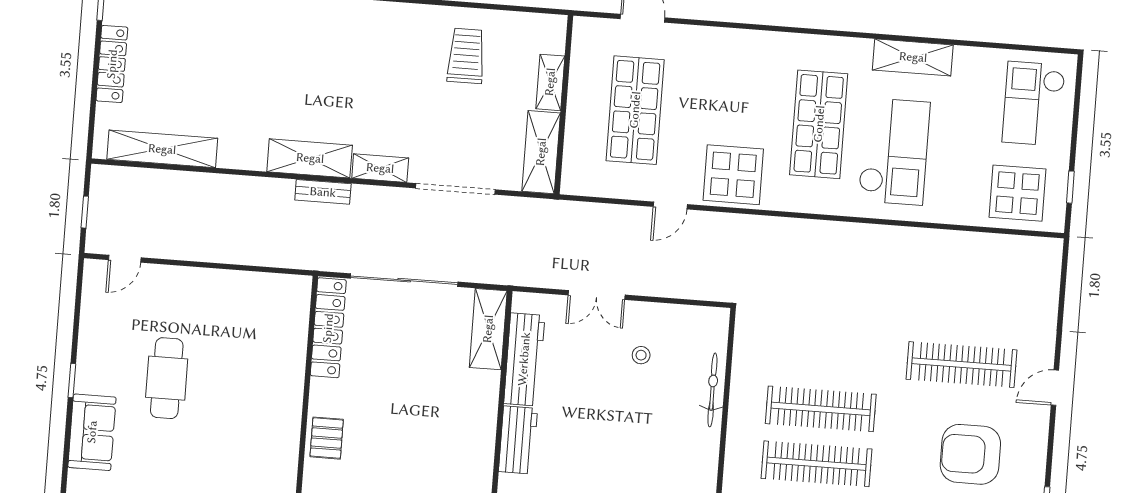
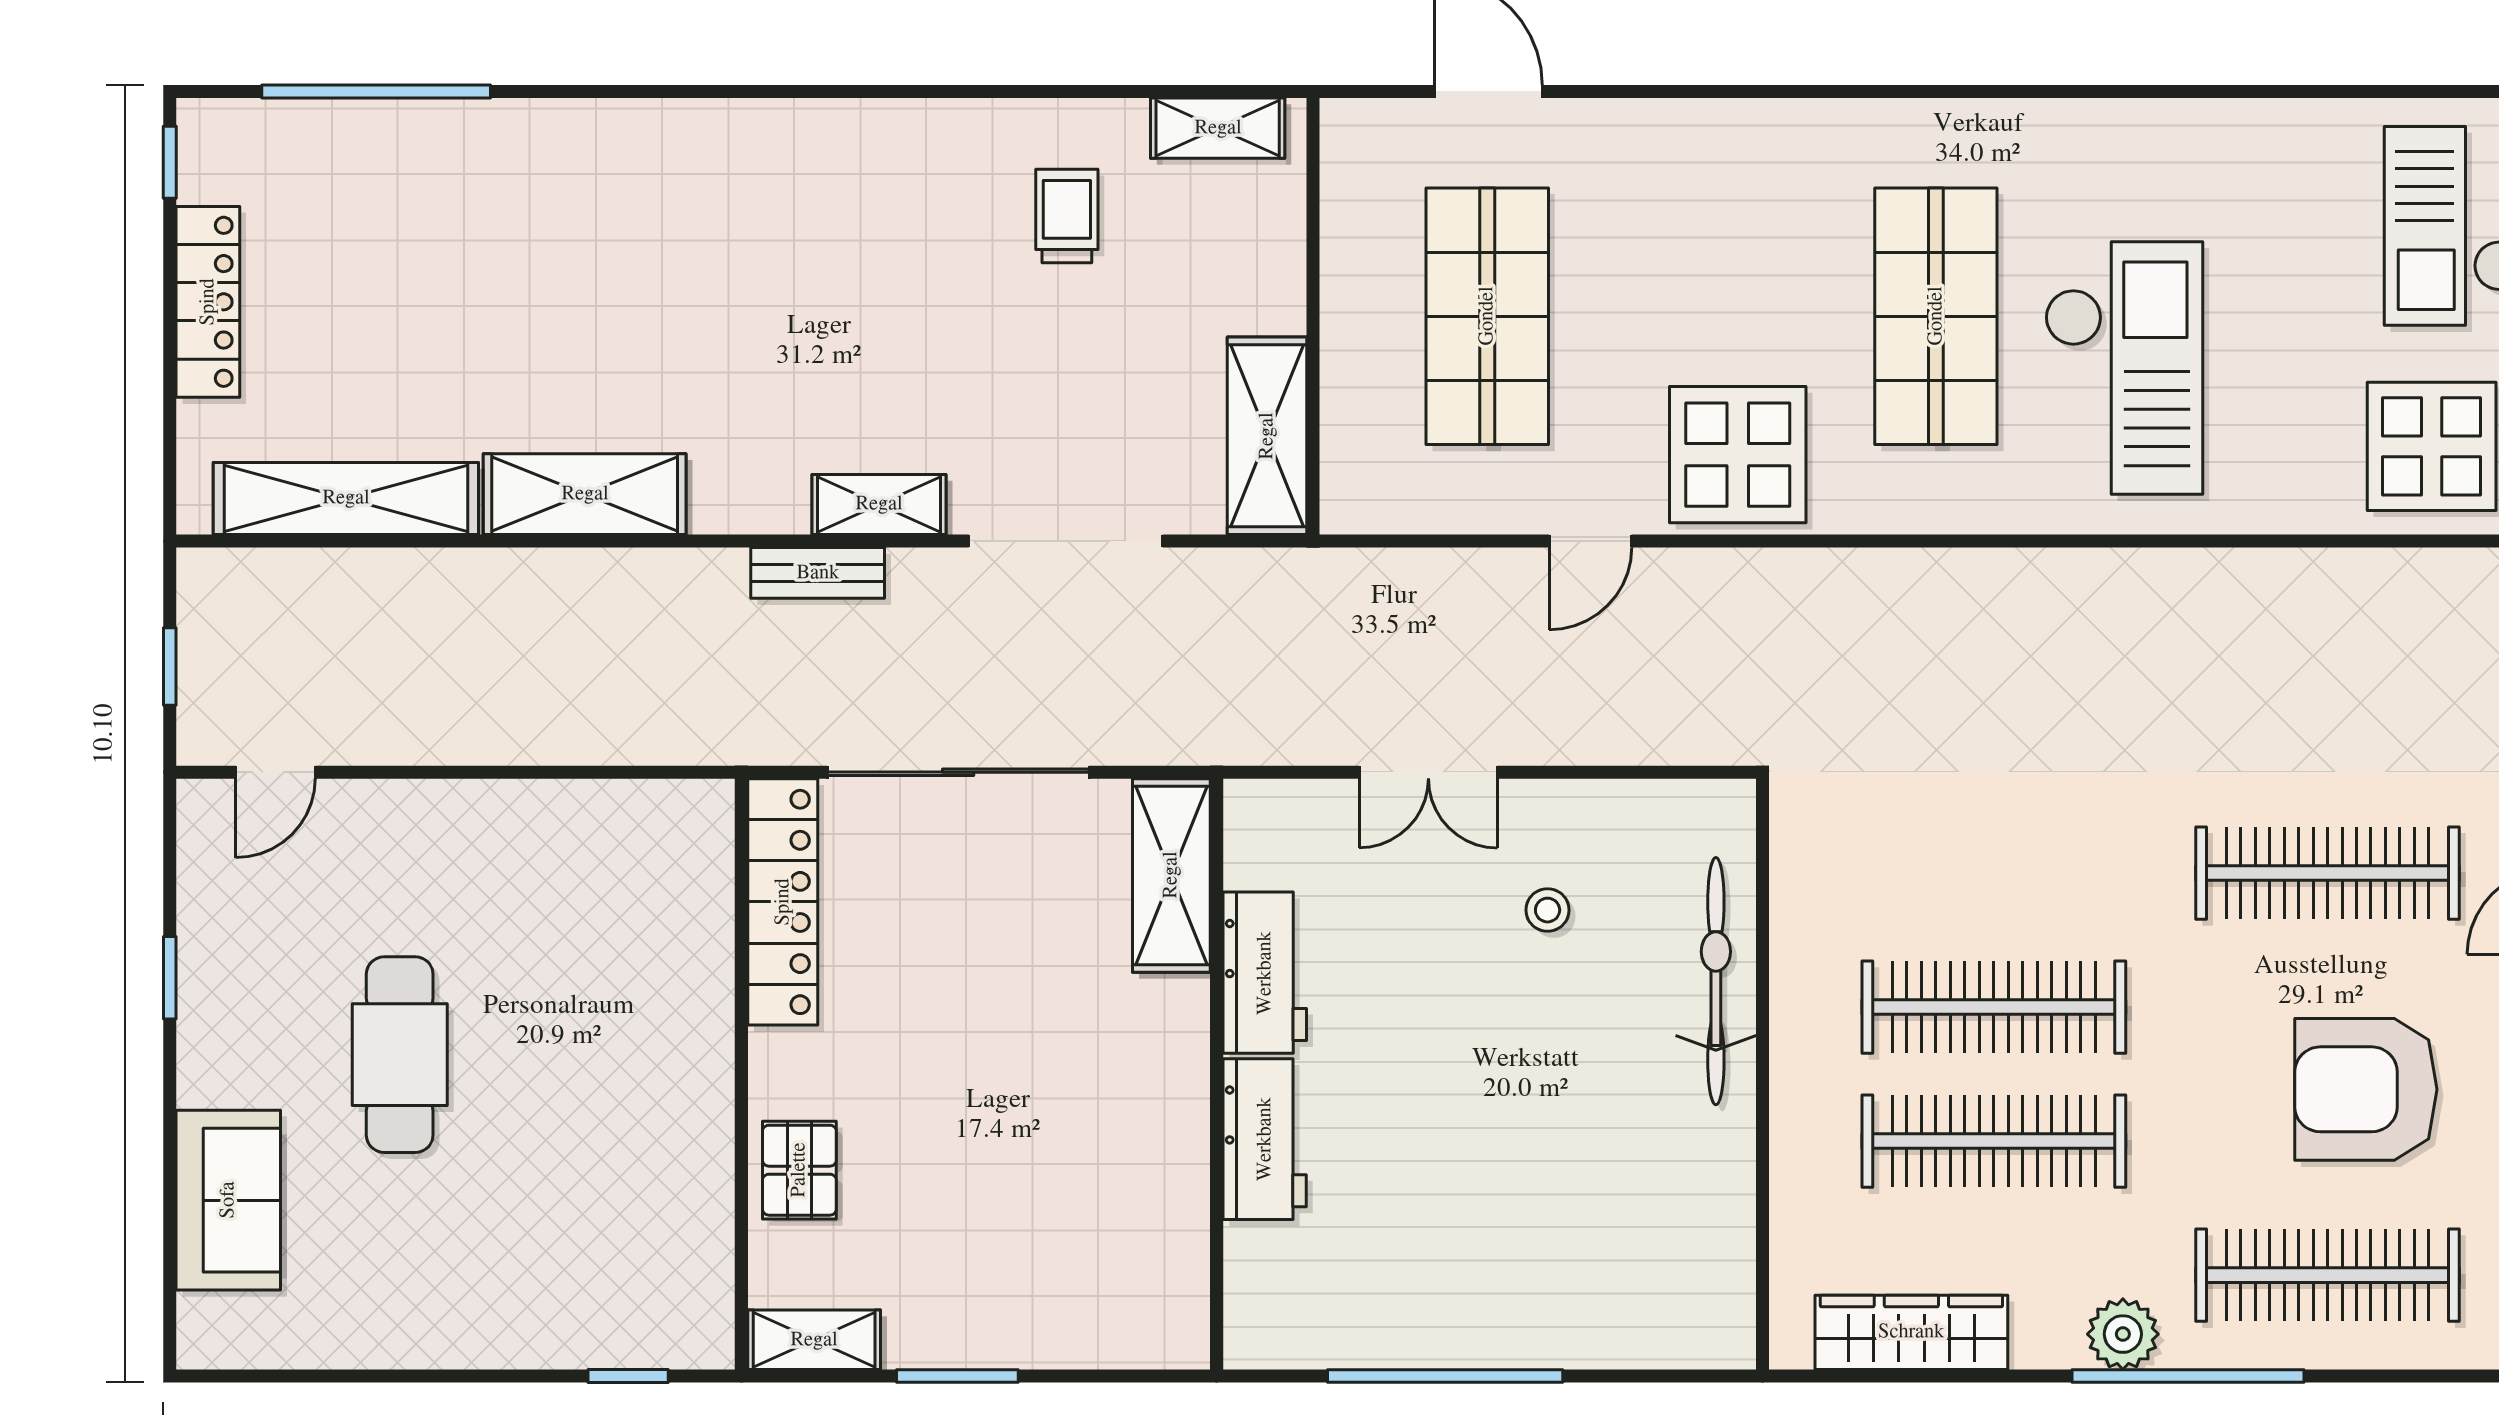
trolley: (466, 56) -> (1067, 216), width x0.73, depth x0.72
shelving: (913, 57) -> (2152, 136), removed
shelving: (550, 82) -> (1218, 128), moved, turned 90
shelving: (310, 158) -> (585, 494), moved
bench: (323, 192) -> (818, 573), moved
workbench: (524, 359) -> (1265, 973), width x0.73
window: (72, 381) -> (170, 978), moved
bicycle: (712, 390) -> (1716, 981), width x1.37, depth x1.40

